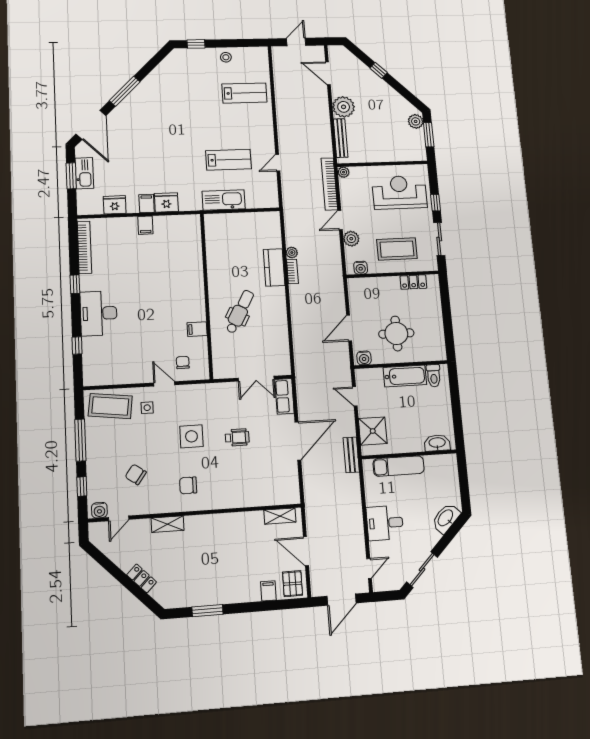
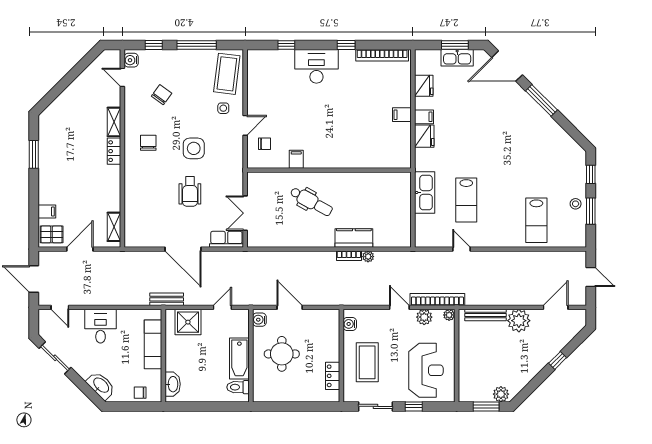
window: (232, 43) -> (591, 211), added
plant: (351, 239) -> (424, 317), moved
wheelchair: (237, 437) -> (190, 191), width x1.36, depth x1.37
chair: (449, 476) -> (140, 393), added
locker: (142, 578) -> (114, 151), moved, turned 135

